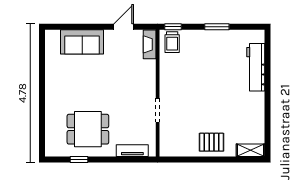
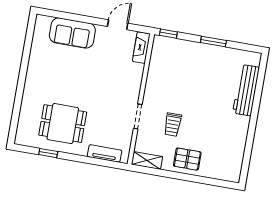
trolley: (172, 42) -> (173, 125), moved
shelving: (251, 150) -> (147, 161), moved

